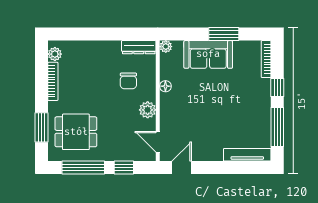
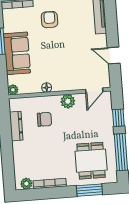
dresser: (139, 47) -> (16, 126), moved
armchair: (245, 96) -> (49, 20), added
door: (182, 168) -> (114, 55), moved

